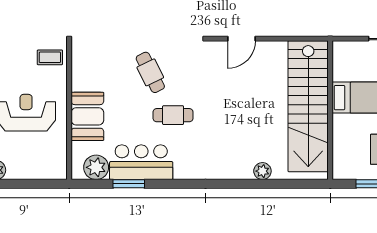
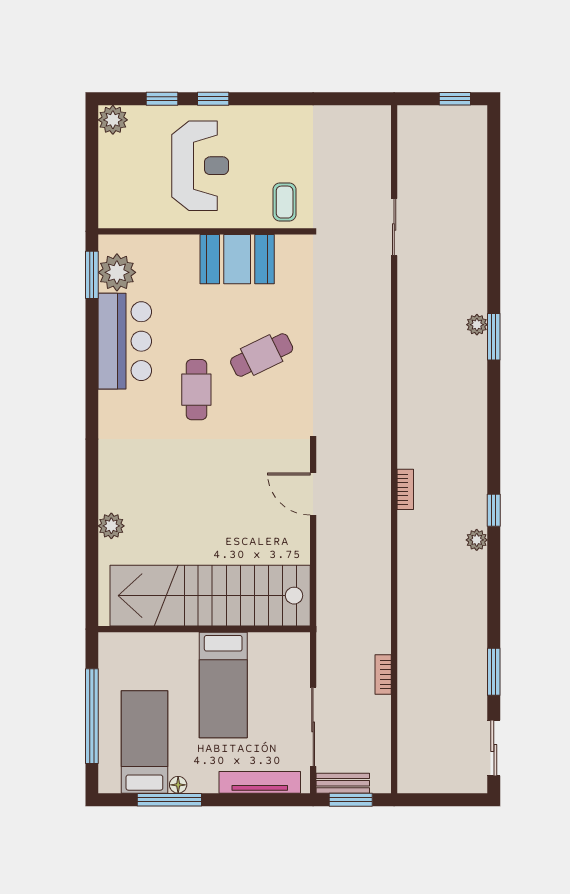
booth: (87, 116) -> (237, 259), moved
window: (129, 184) -> (92, 275), moved

